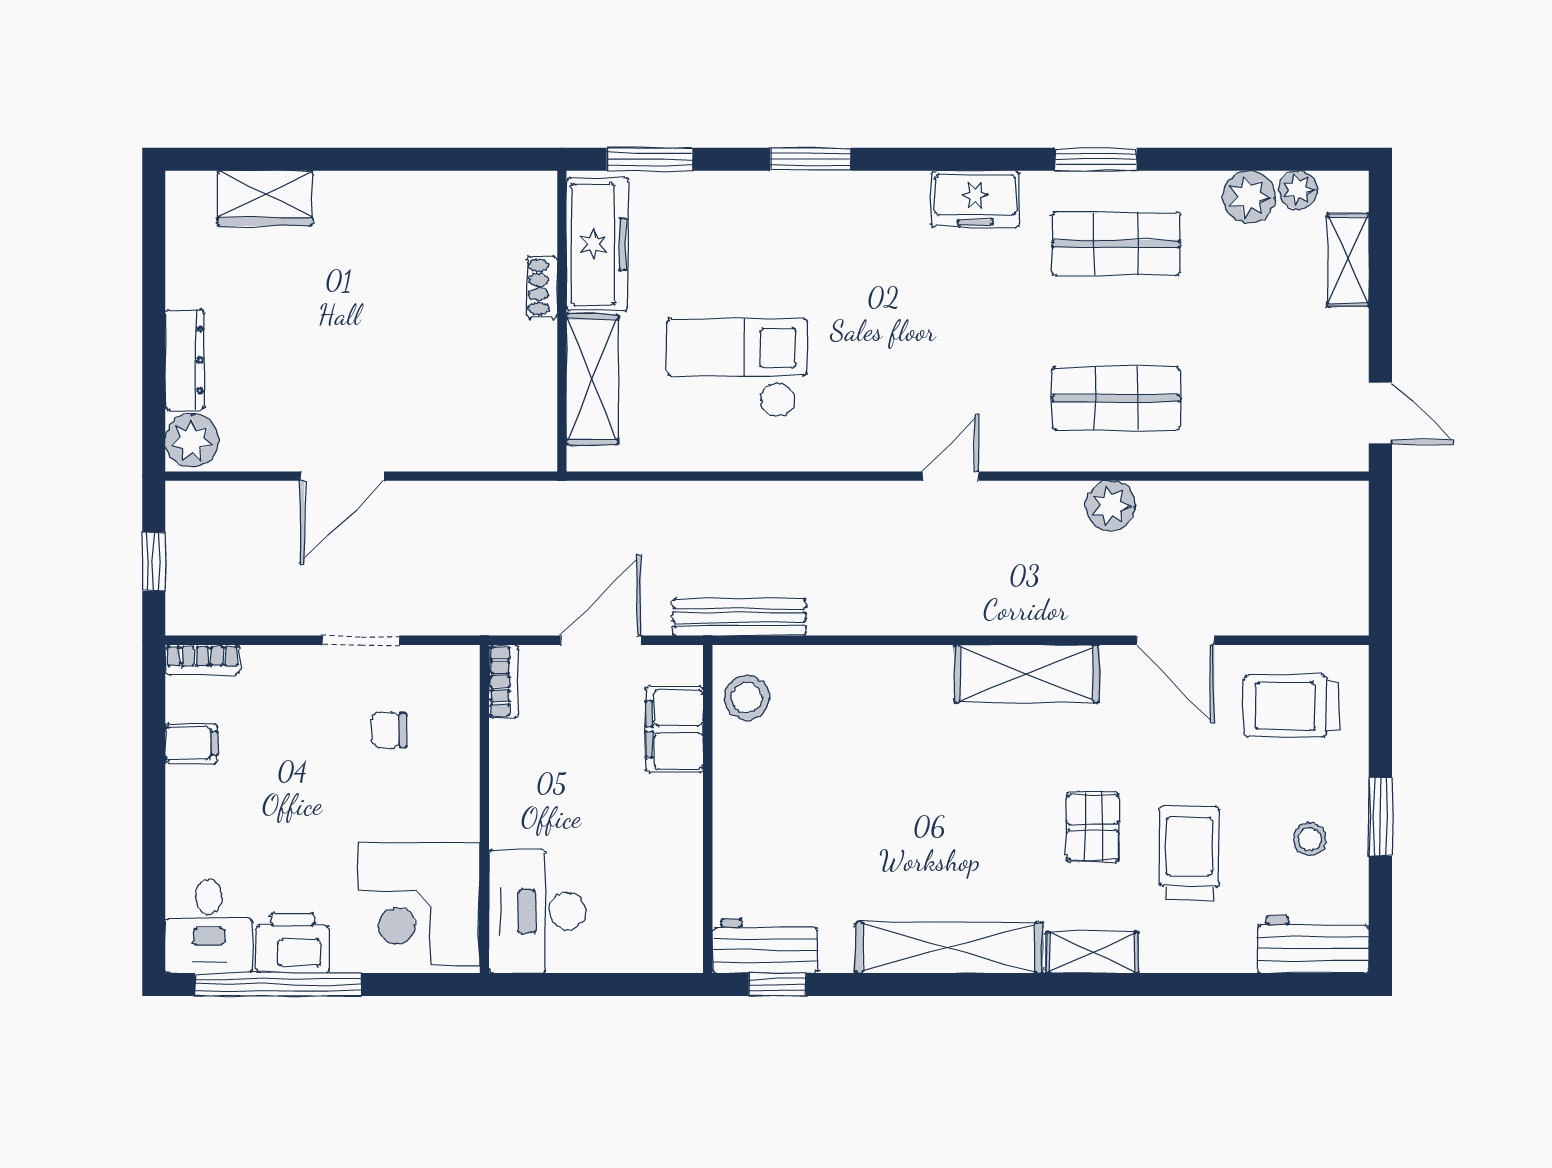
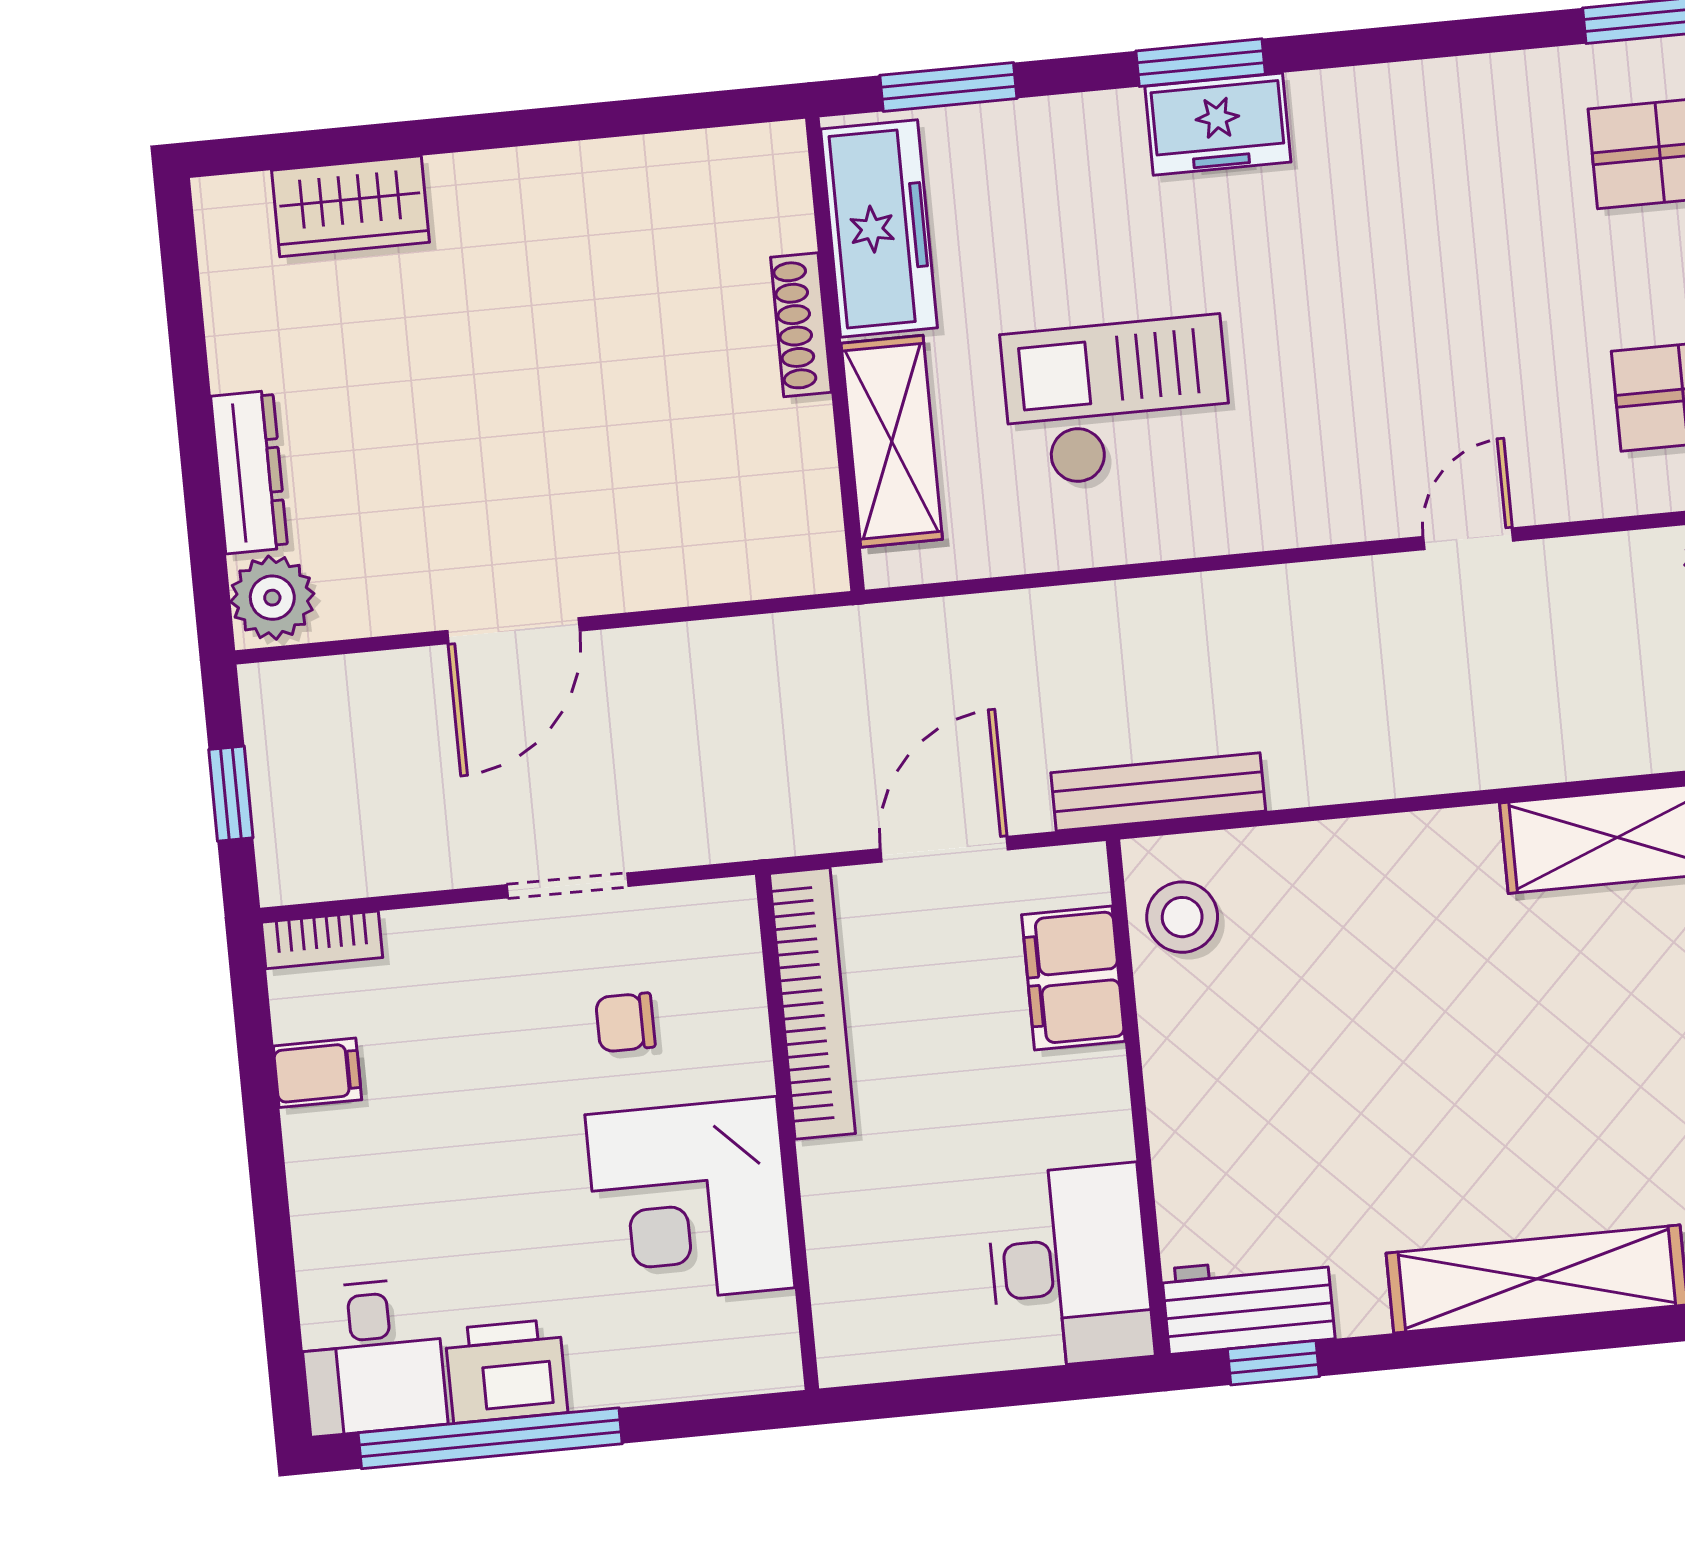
freezer: (975, 199) -> (1218, 124), moved
shoe rack: (542, 287) -> (801, 325), width x1.43
bookcase: (504, 681) -> (812, 1003), width x2.31, depth x1.31
corner desk: (419, 904) -> (690, 1201), moved
desk: (538, 911) -> (1070, 1266), moved, turned 180

